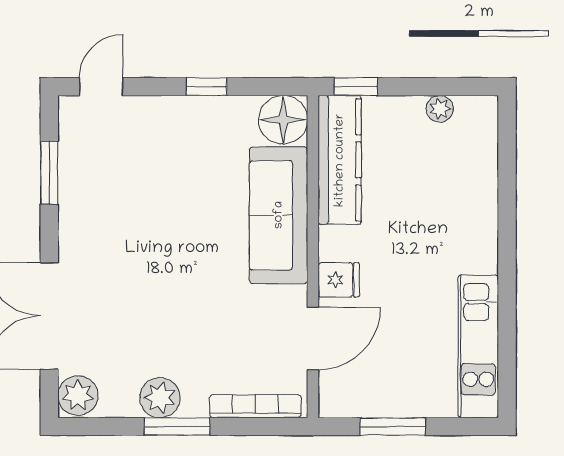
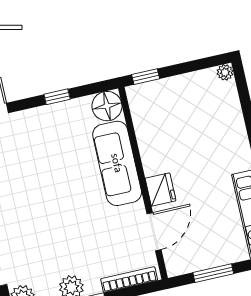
plant: (440, 109) -> (225, 72), moved
kitchen counter: (340, 160) -> (146, 122), removed
fridge: (339, 280) -> (161, 189), width x1.38

